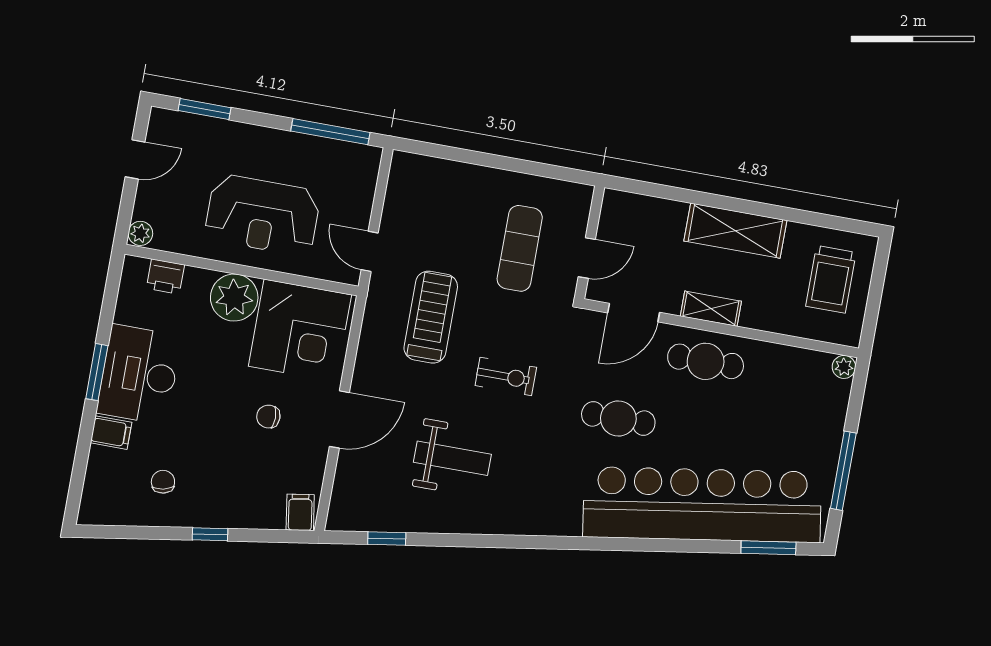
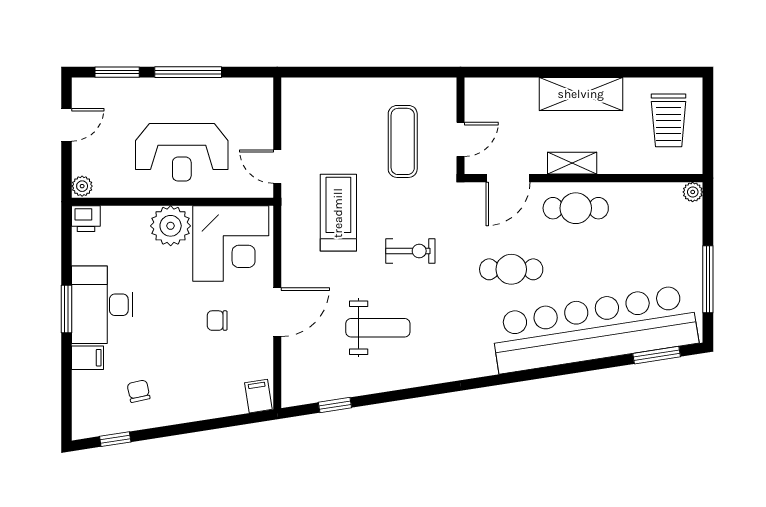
window: (330, 132) -> (188, 72), moved
printer: (165, 277) -> (86, 219), moved
window: (210, 534) -> (115, 439), moved

